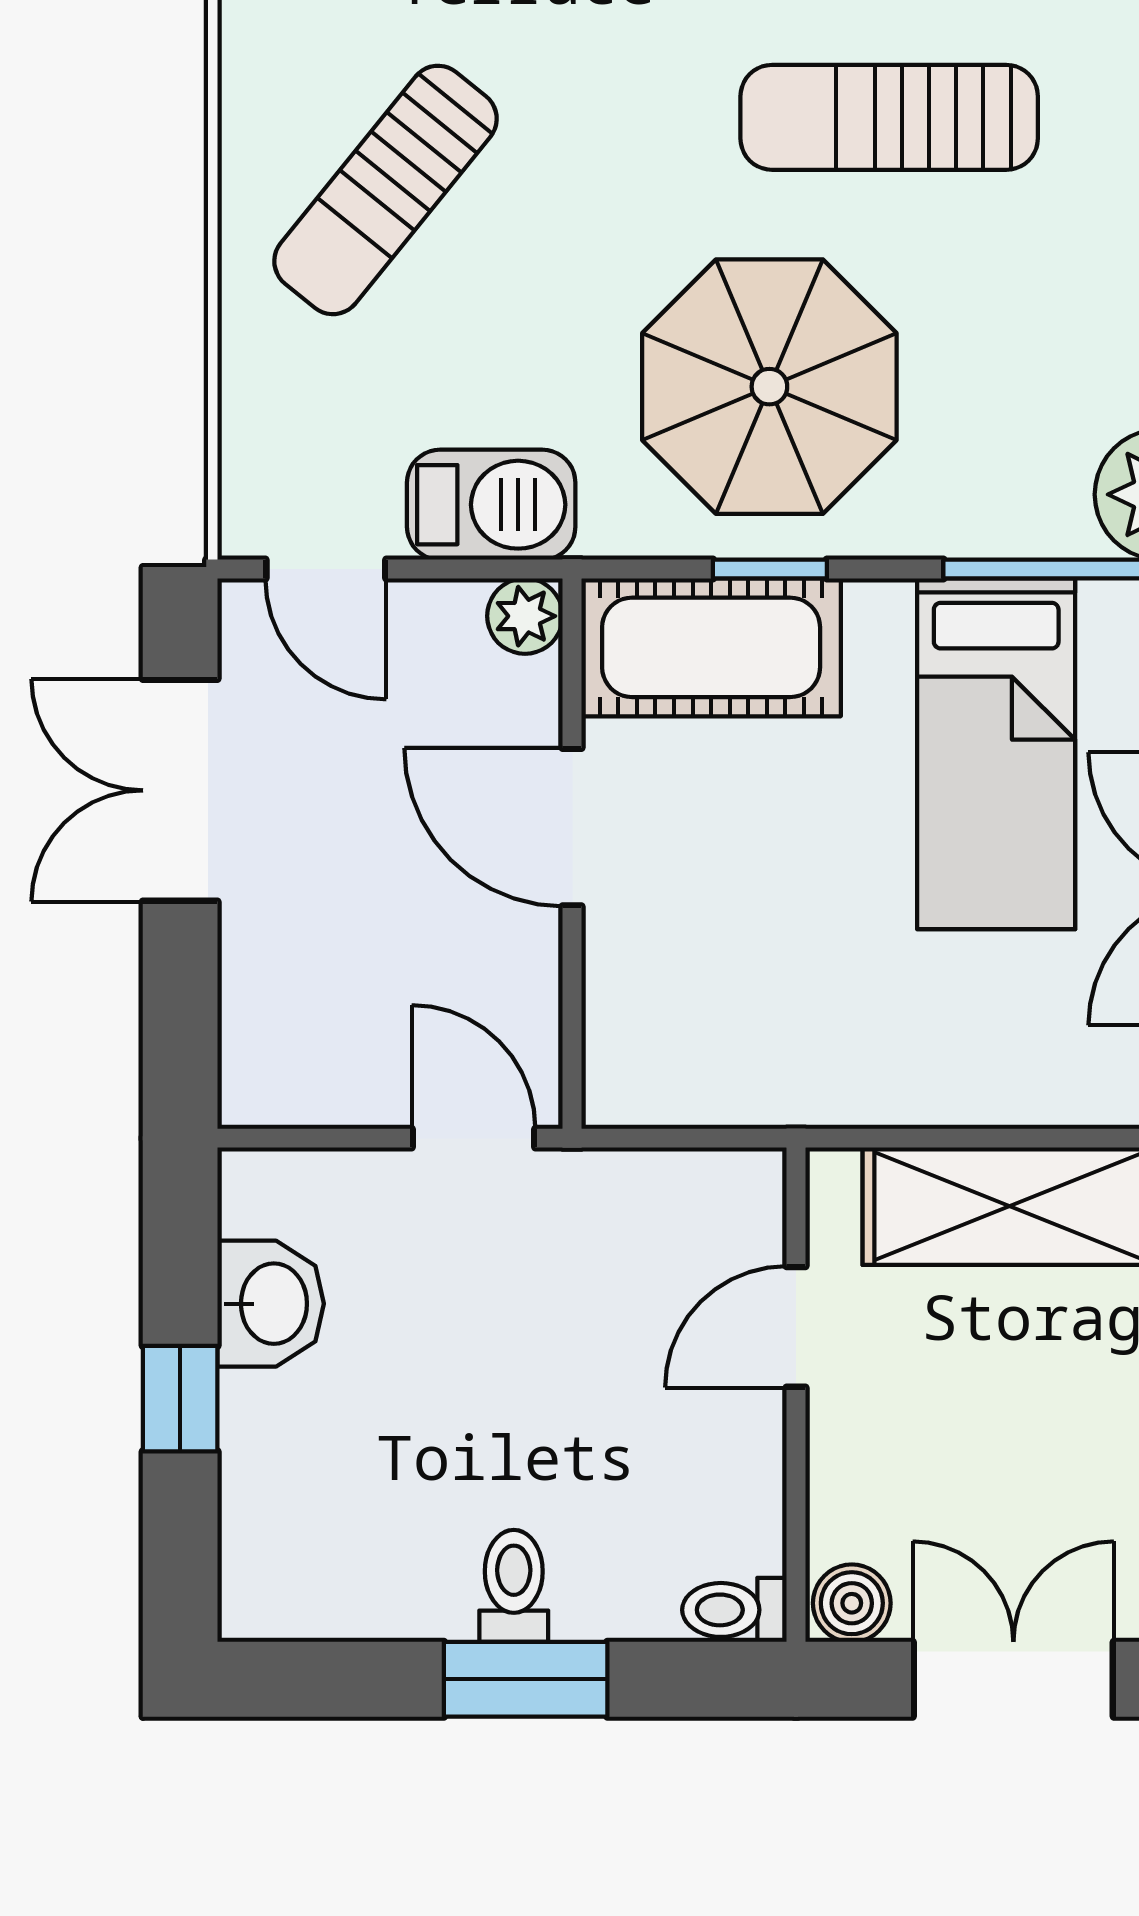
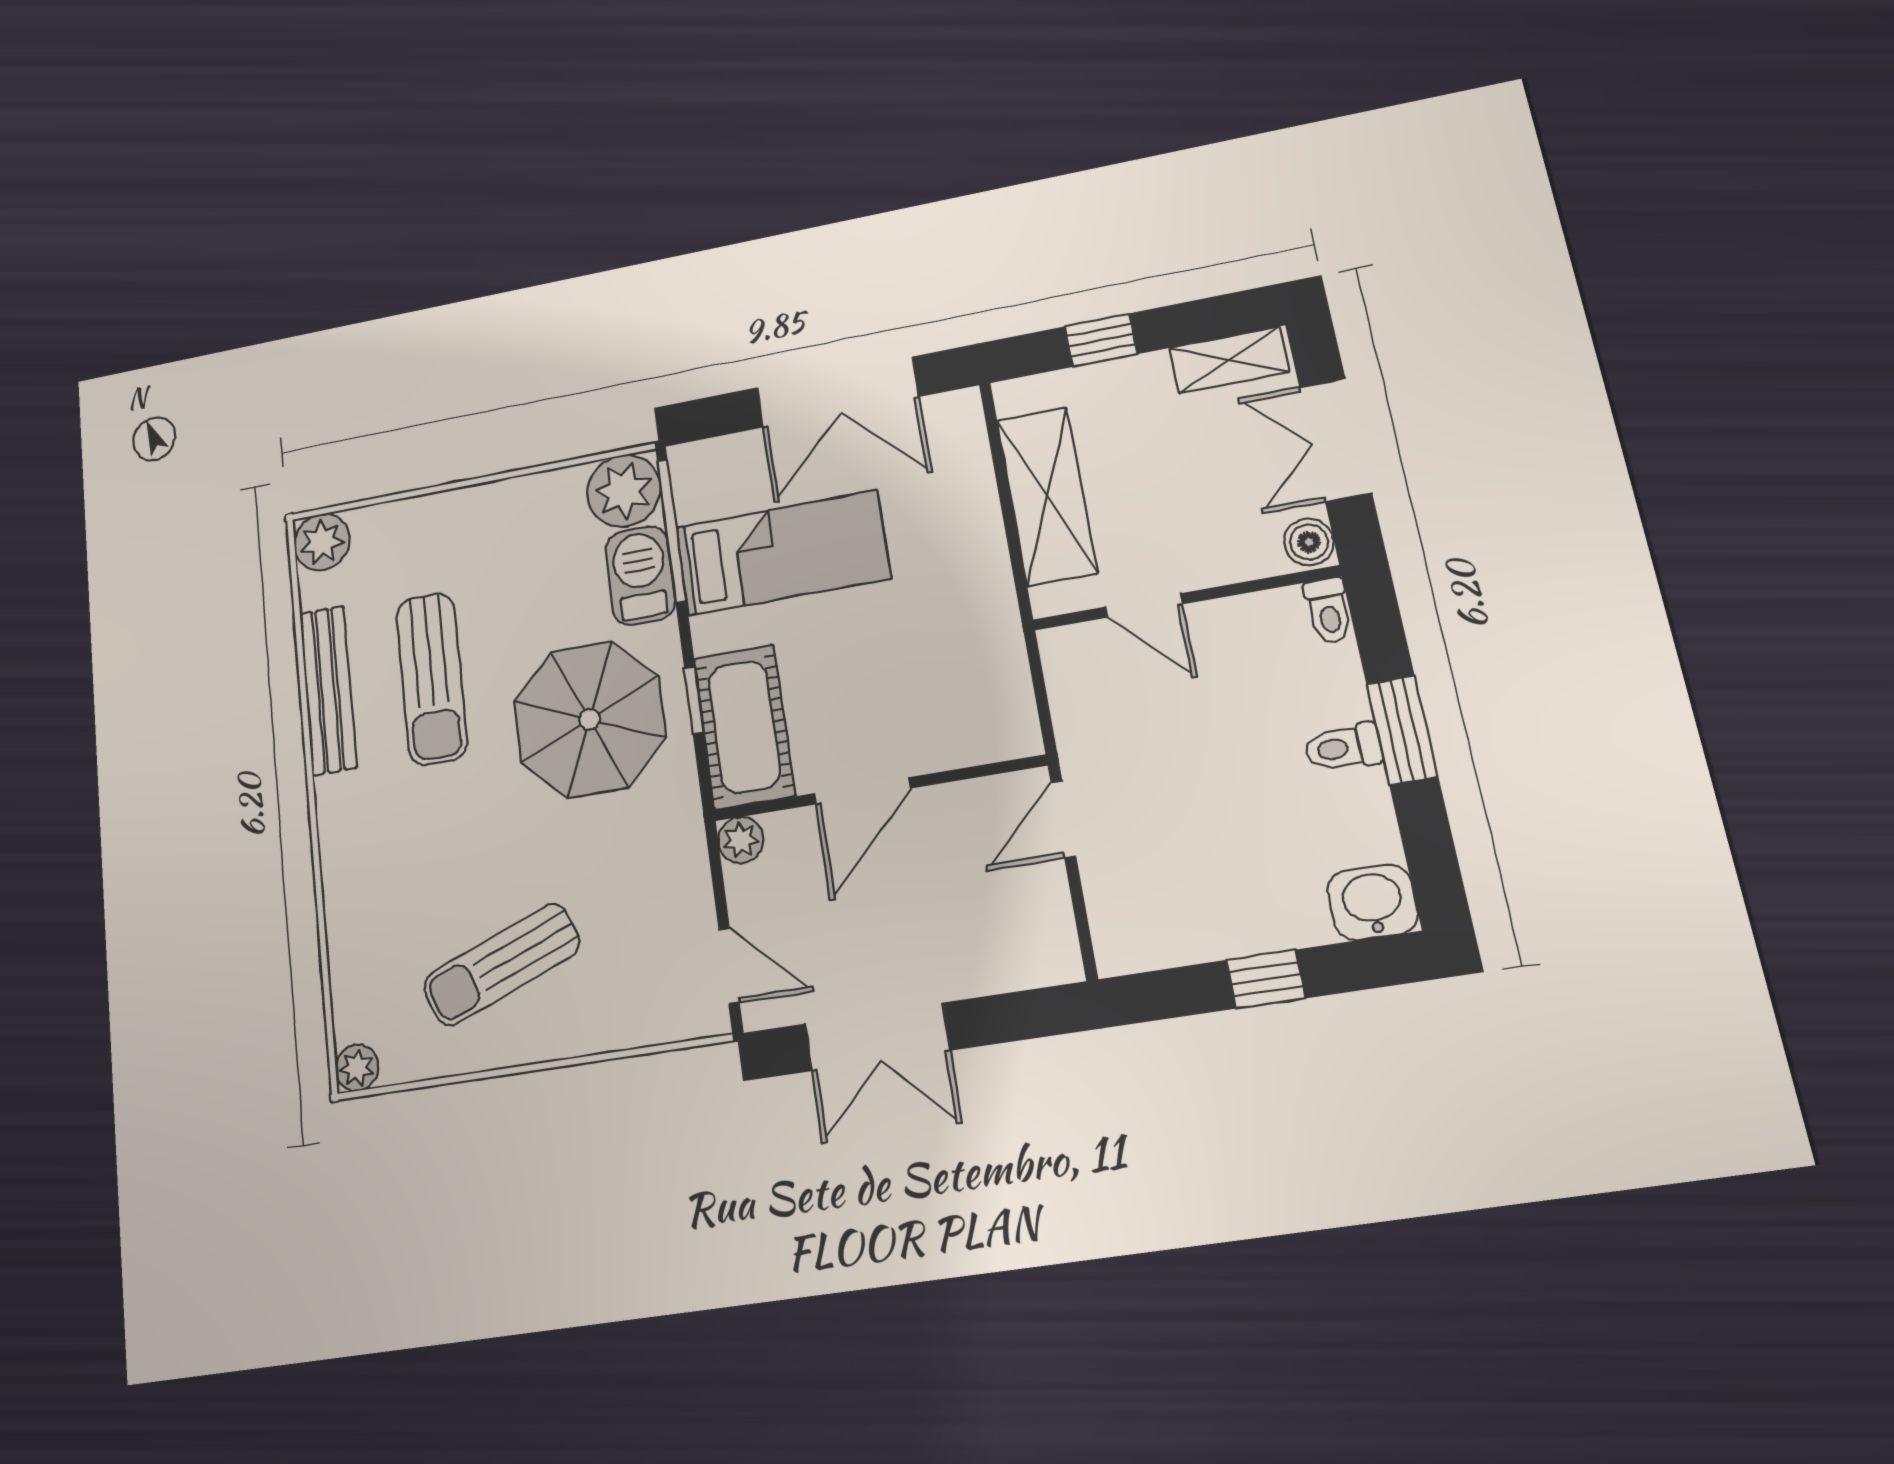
sun lounger: (385, 190) -> (502, 964), turned 120
barbecue: (491, 505) -> (640, 576), moved
door: (326, 569) -> (729, 966), hinge flipped
washbasin: (271, 1304) -> (1372, 902), moved

